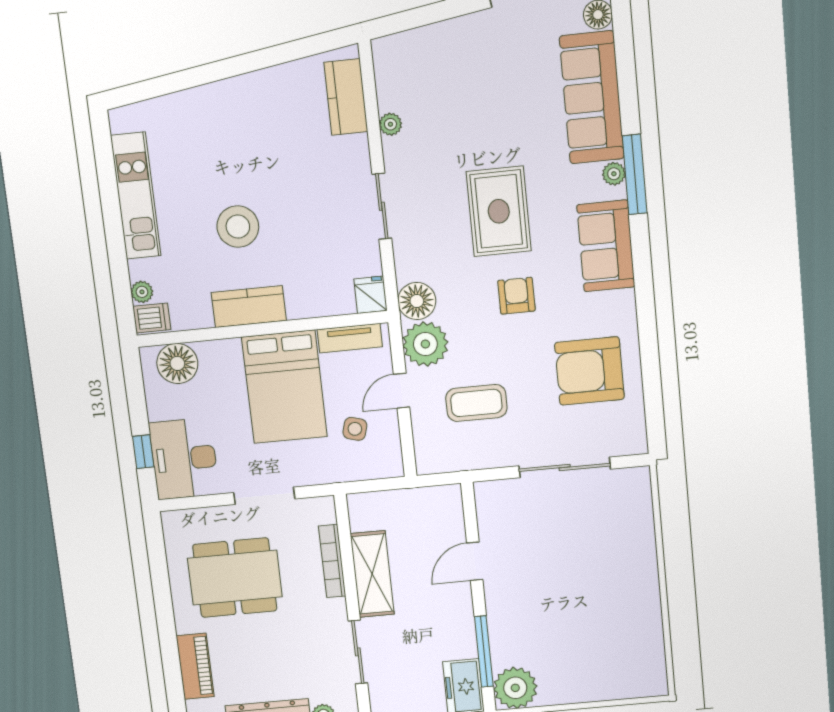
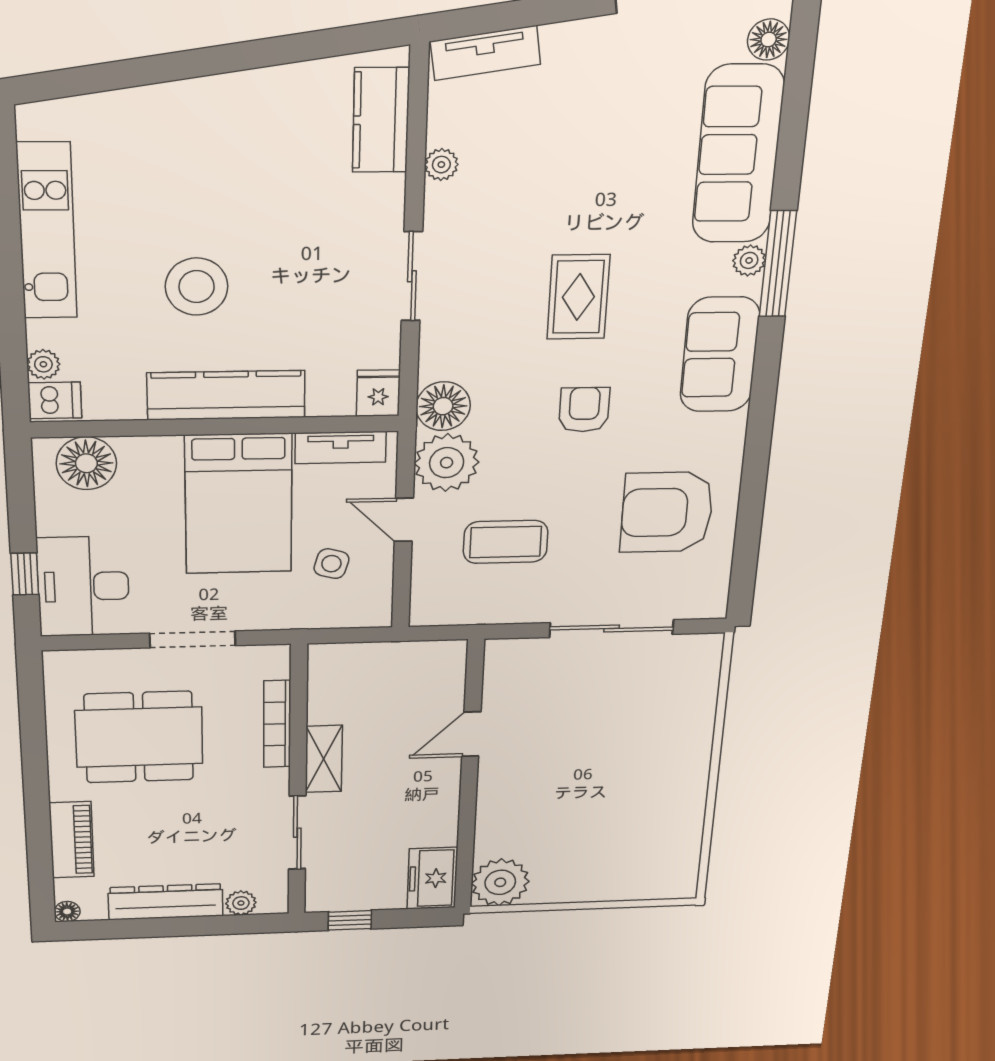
tv unit: (409, 44) -> (486, 53), added
rug: (499, 211) -> (578, 297), width x0.73, depth x0.70
kitchen counter: (249, 307) -> (226, 395), width x1.50
door: (402, 391) -> (404, 520), hinge flipped
shelving: (372, 574) -> (324, 759), width x0.67, depth x0.75
window: (484, 651) -> (466, 839), removed

